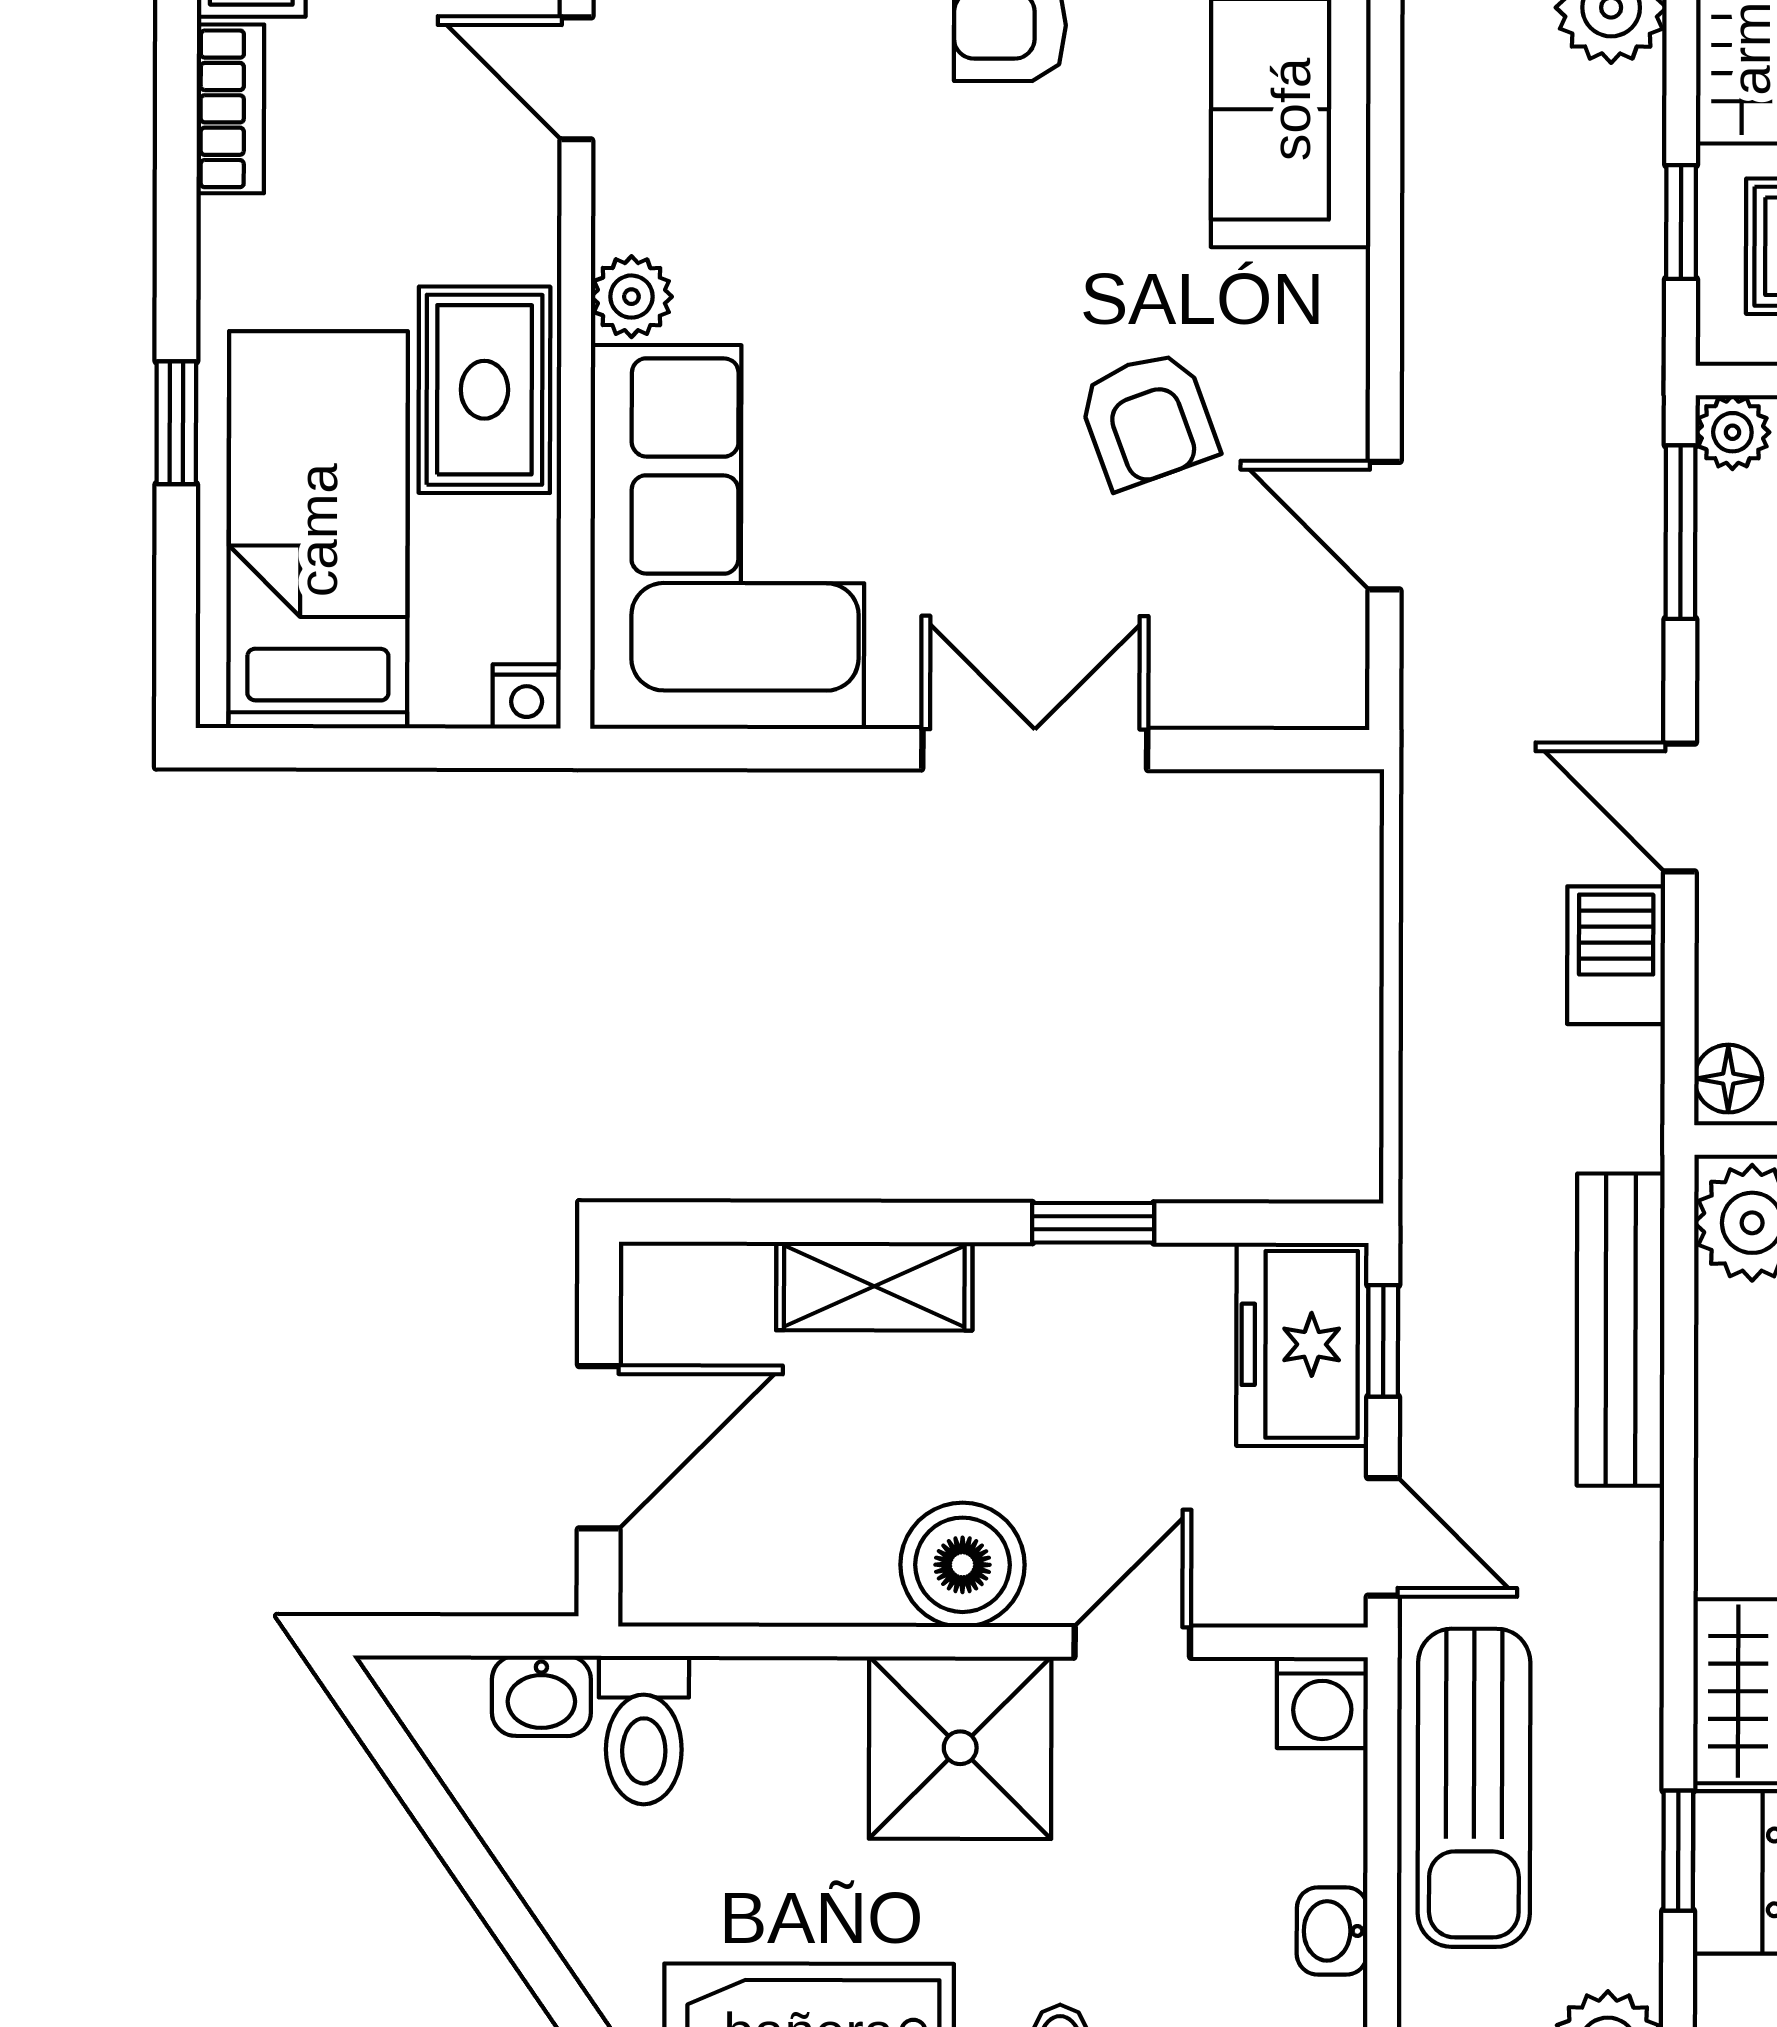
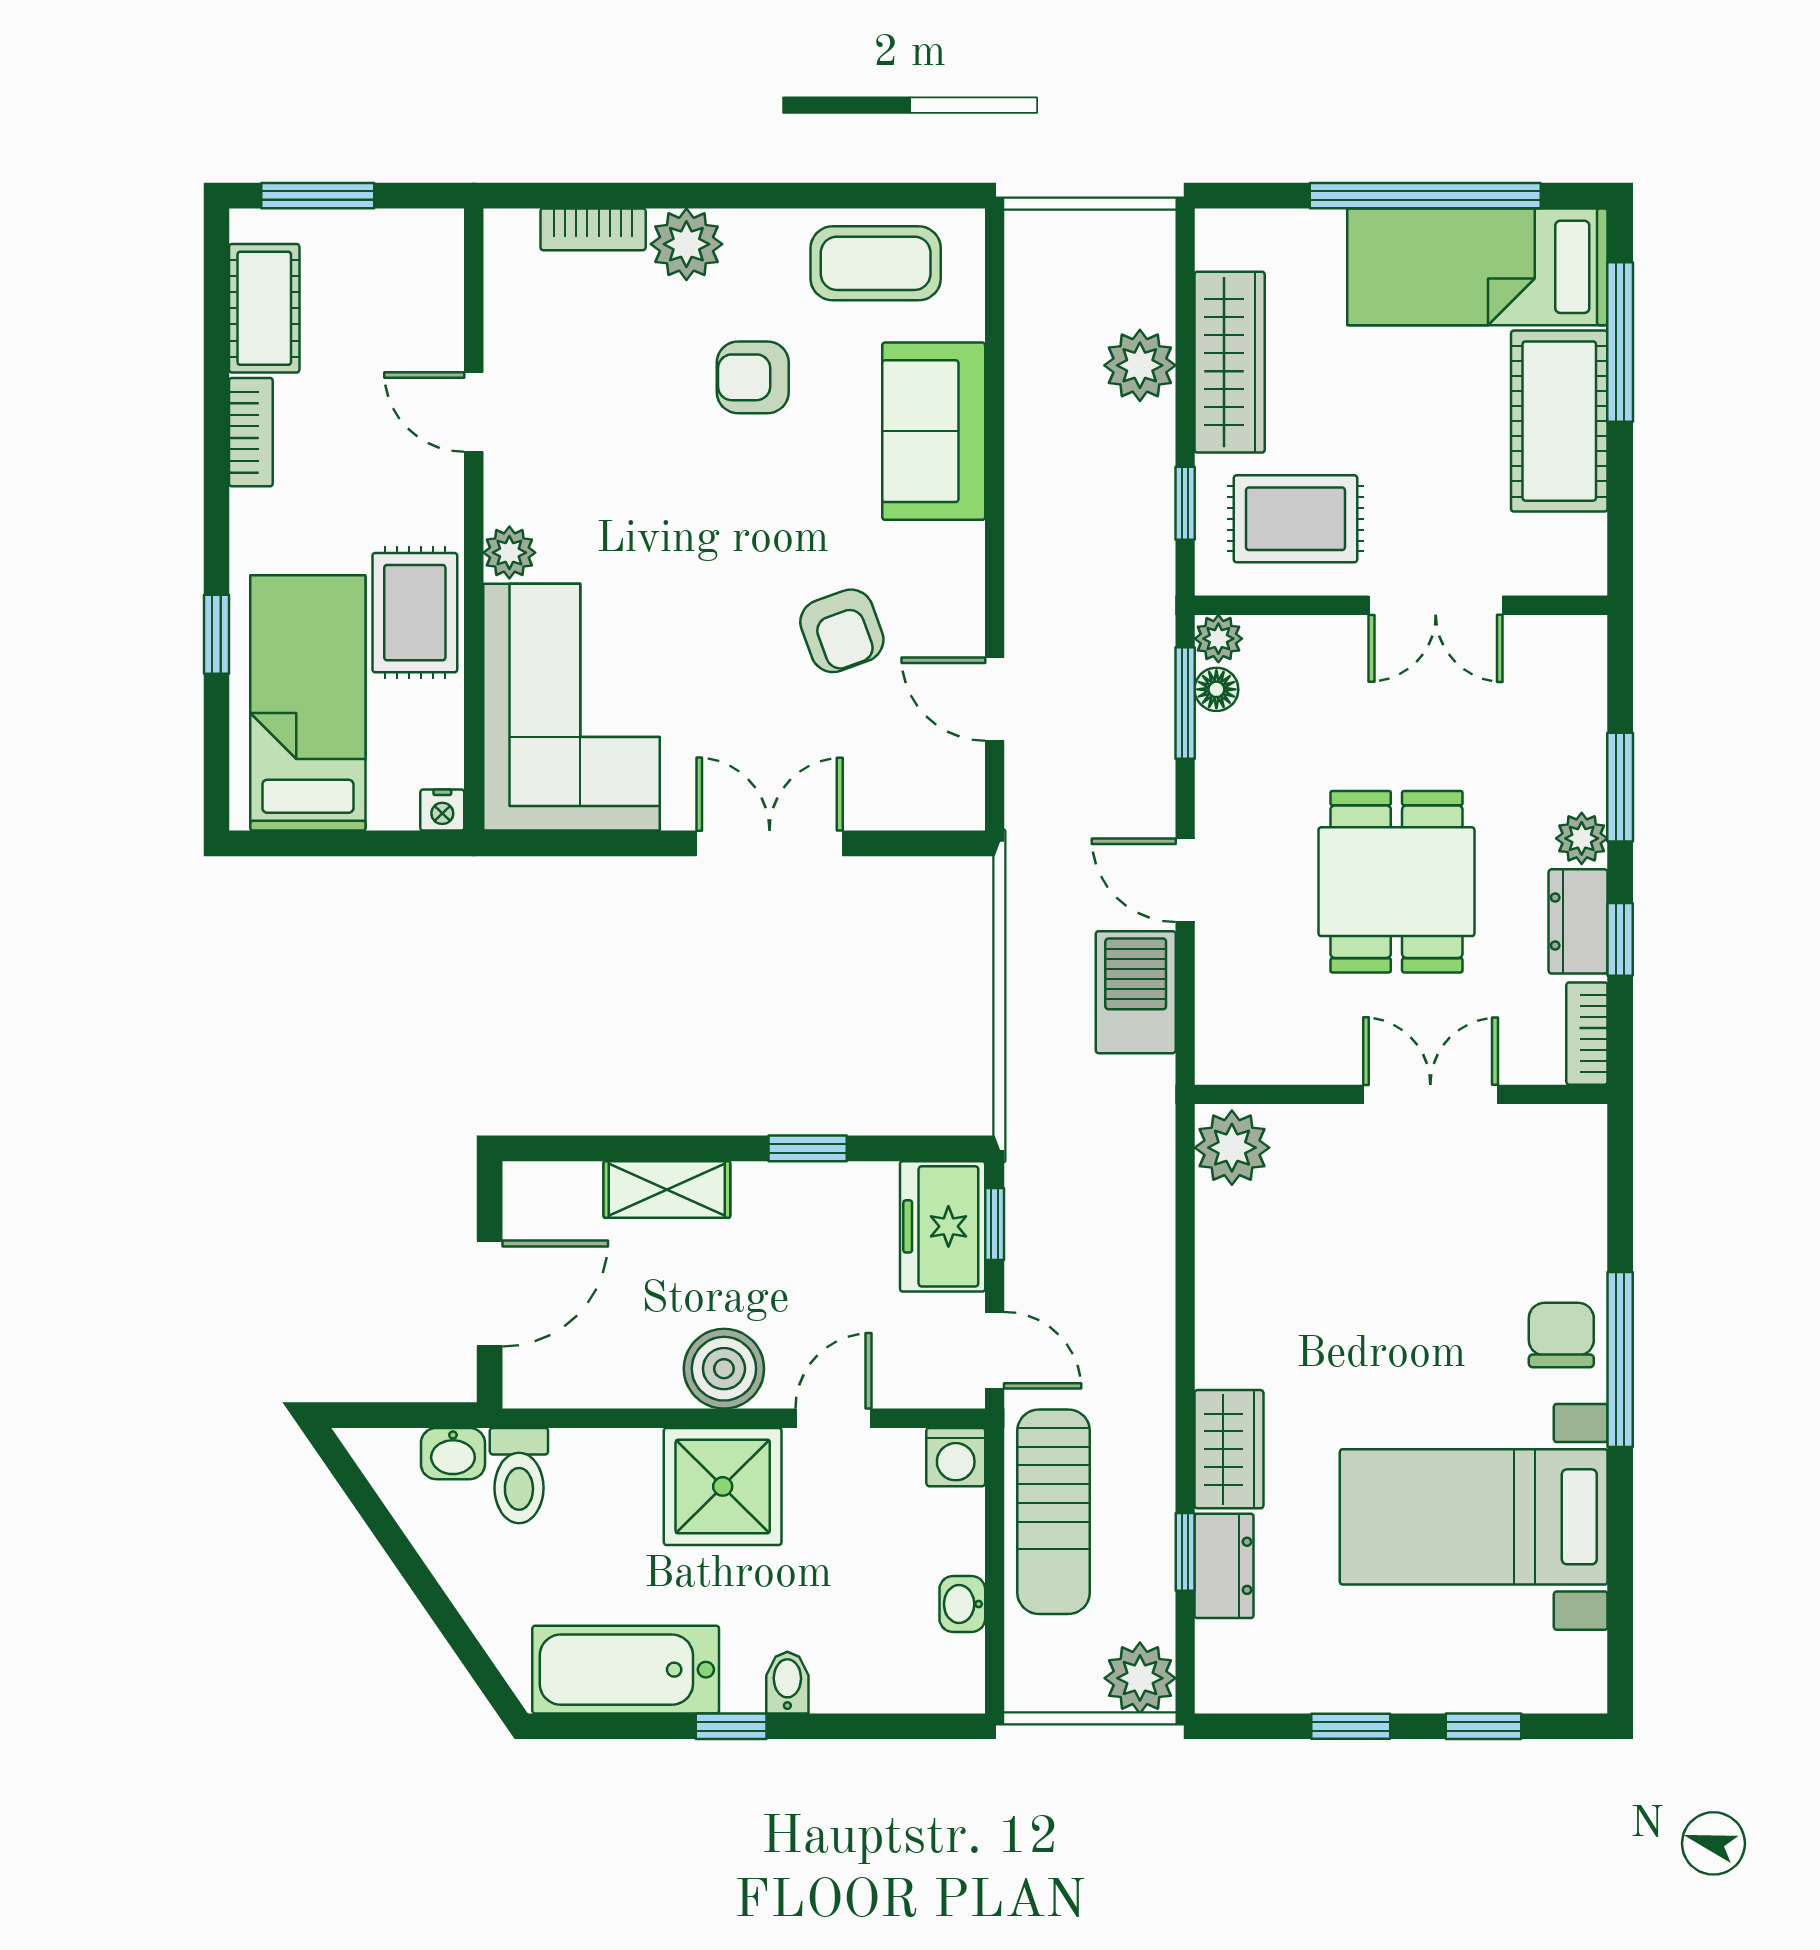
barbecue: (1616, 955) -> (1136, 992), width x1.38, depth x1.27
floor lamp: (1728, 1079) -> (1216, 689), moved
bench: (1621, 1330) -> (1147, 1217), removed

